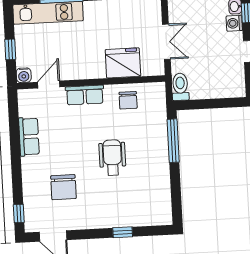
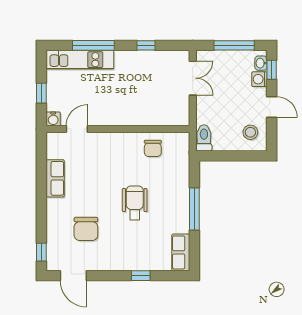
double door: (166, 42) -> (193, 78), moved
fridge: (123, 63) -> (150, 112), removed
stool: (228, 78) -> (250, 132), added
row of seats: (85, 95) -> (181, 252), moved, turned 90
window: (173, 141) -> (194, 209), moved

